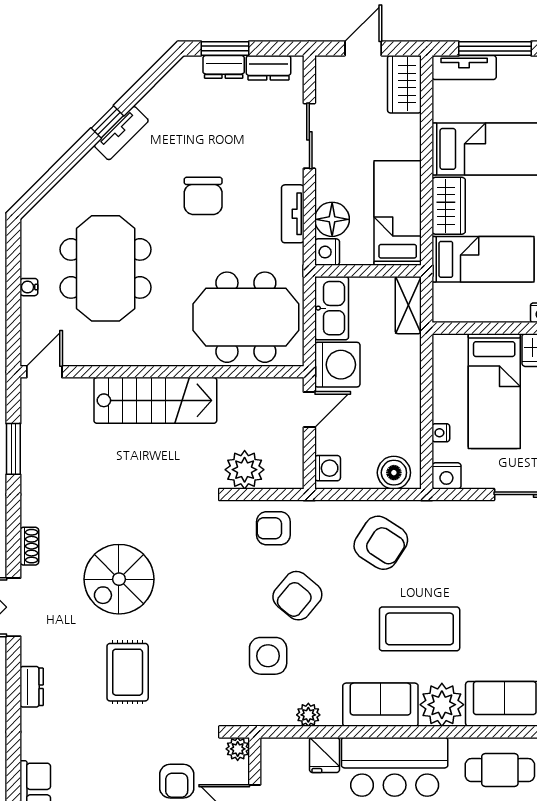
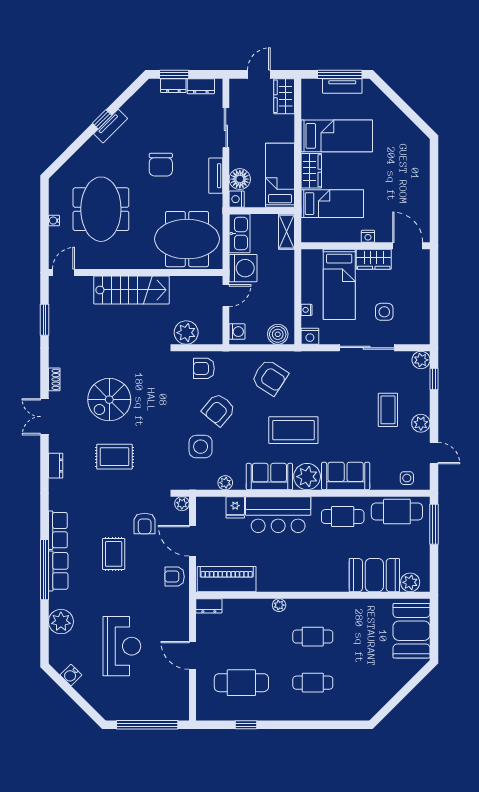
tv unit: (464, 68) -> (342, 86), moved
rug: (128, 672) -> (114, 457), turned 90

